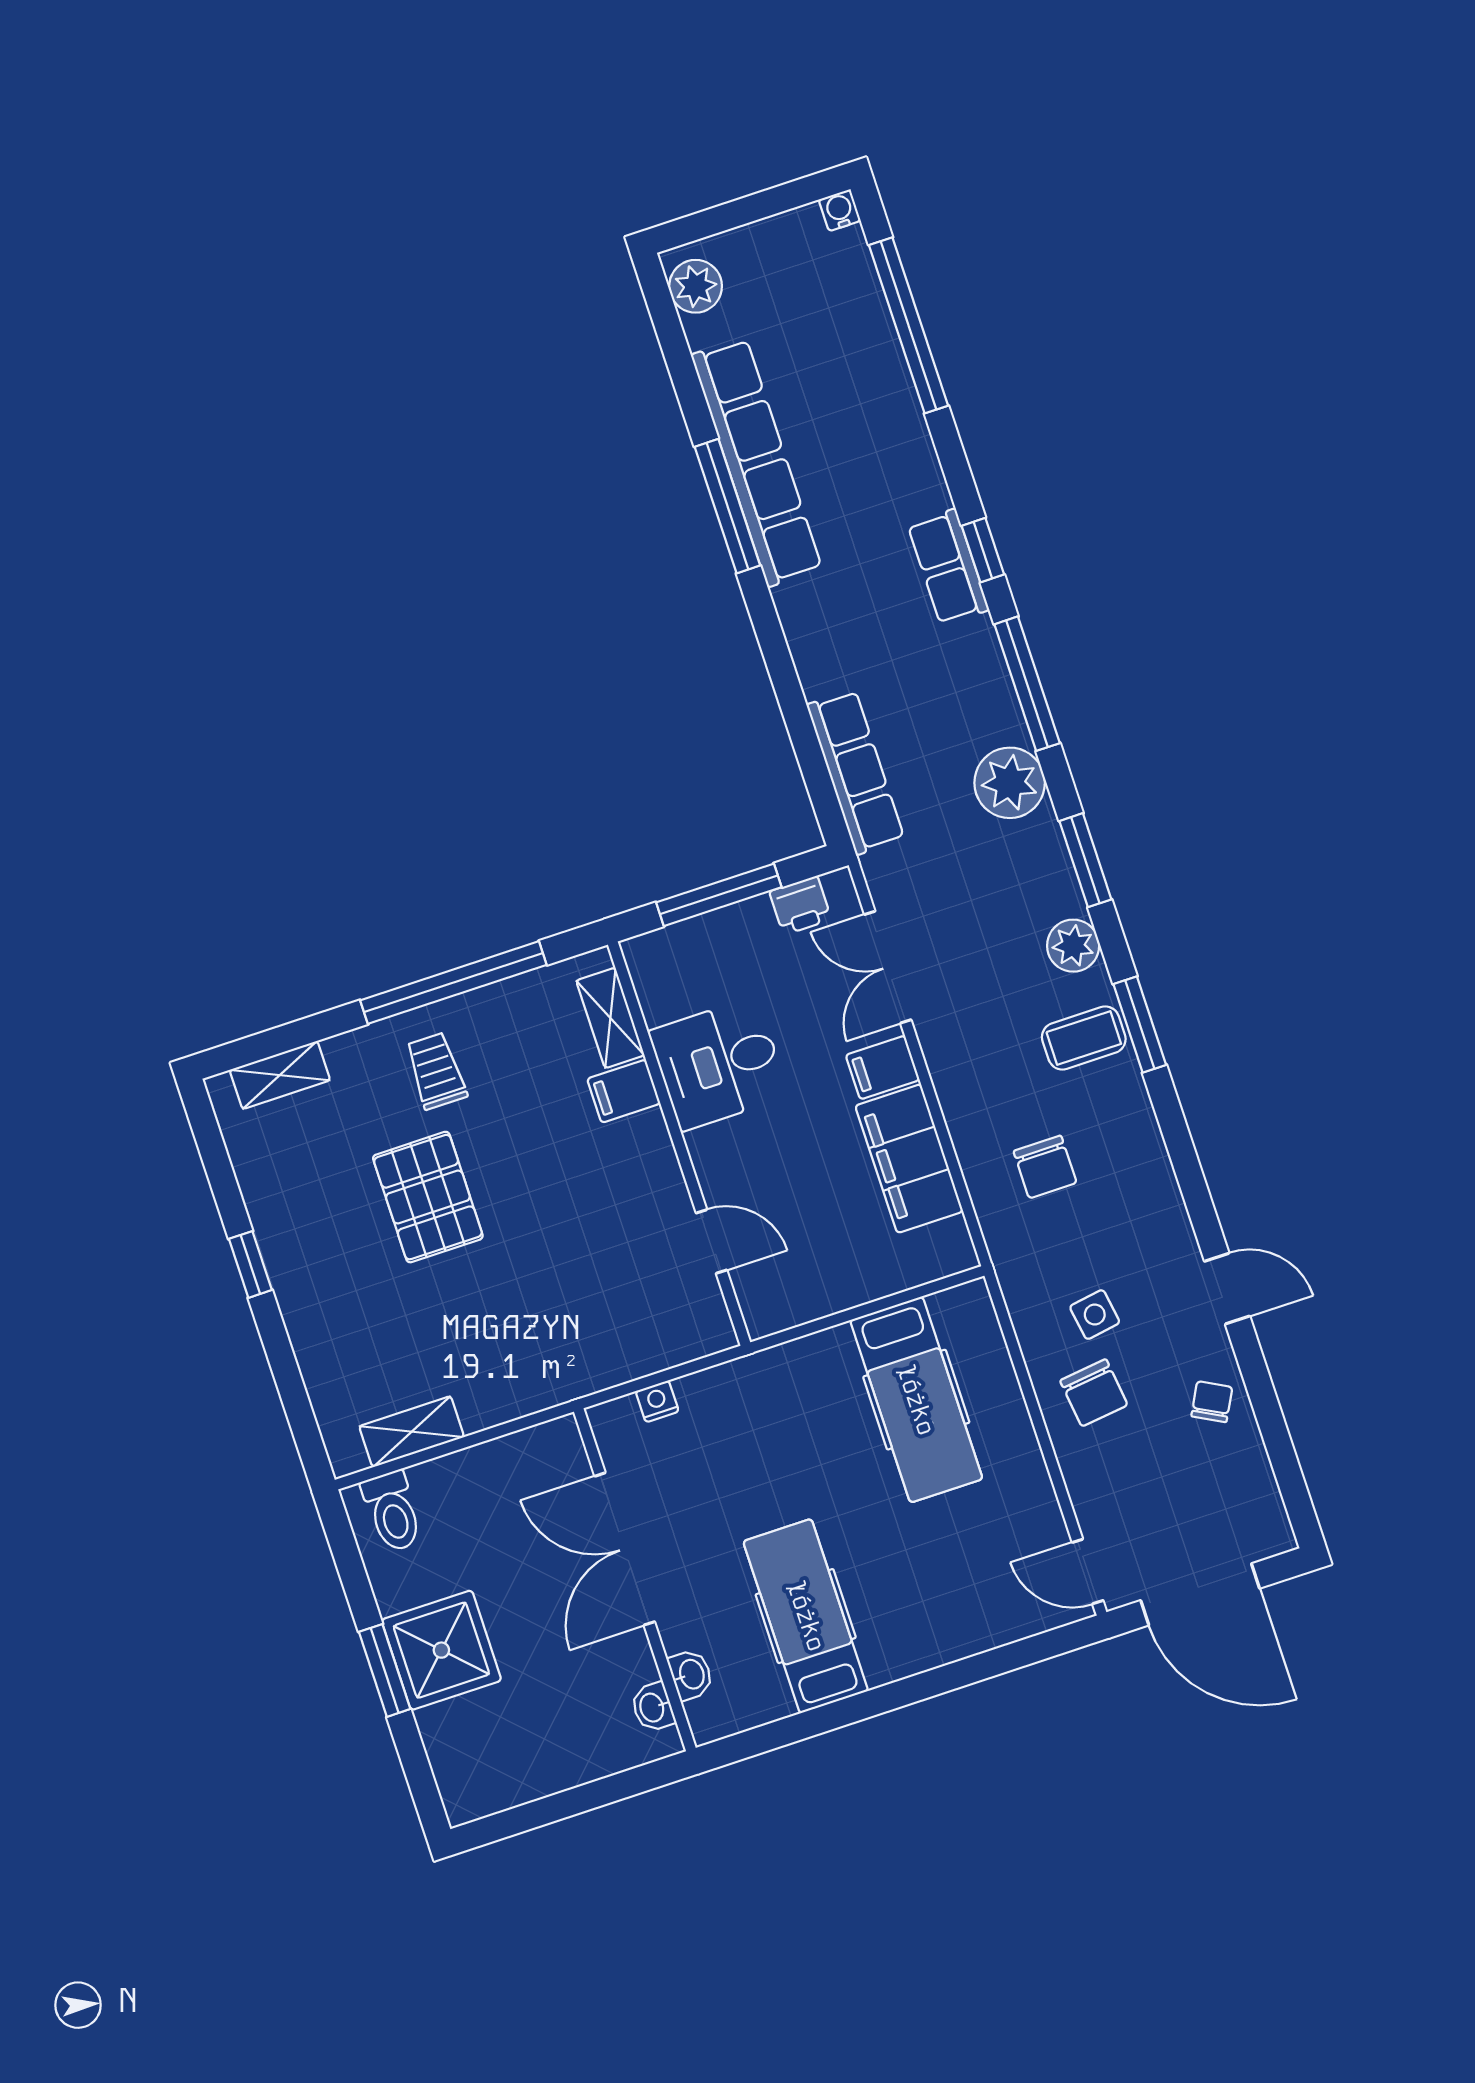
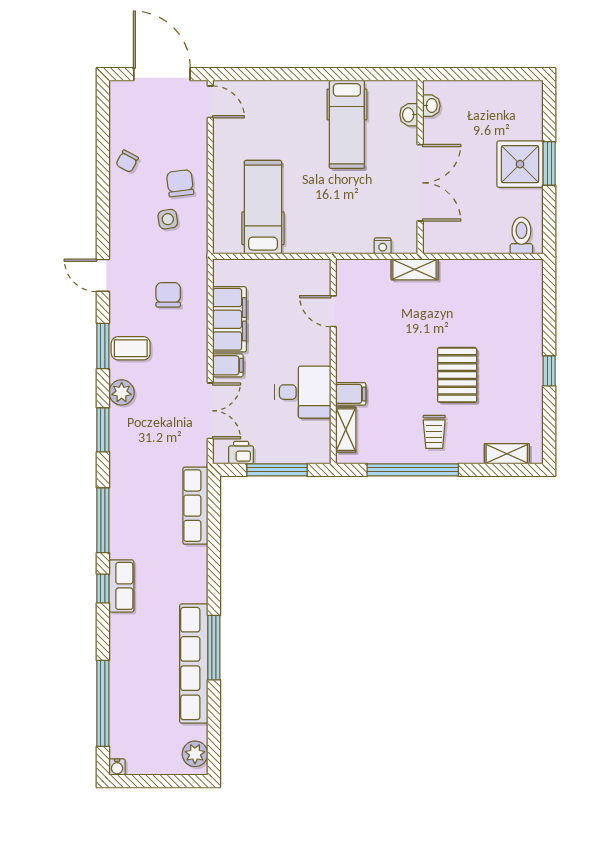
plant: (1010, 783) -> (126, 477), removed
door: (1227, 1289) -> (103, 275), moved
shelving: (412, 1432) -> (415, 269), moved

